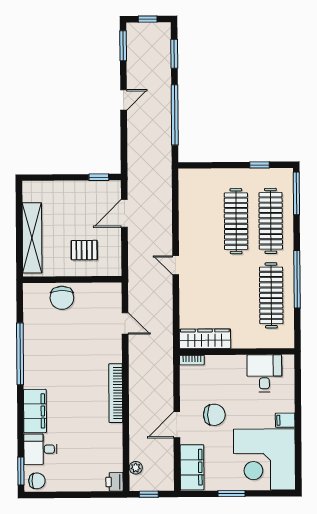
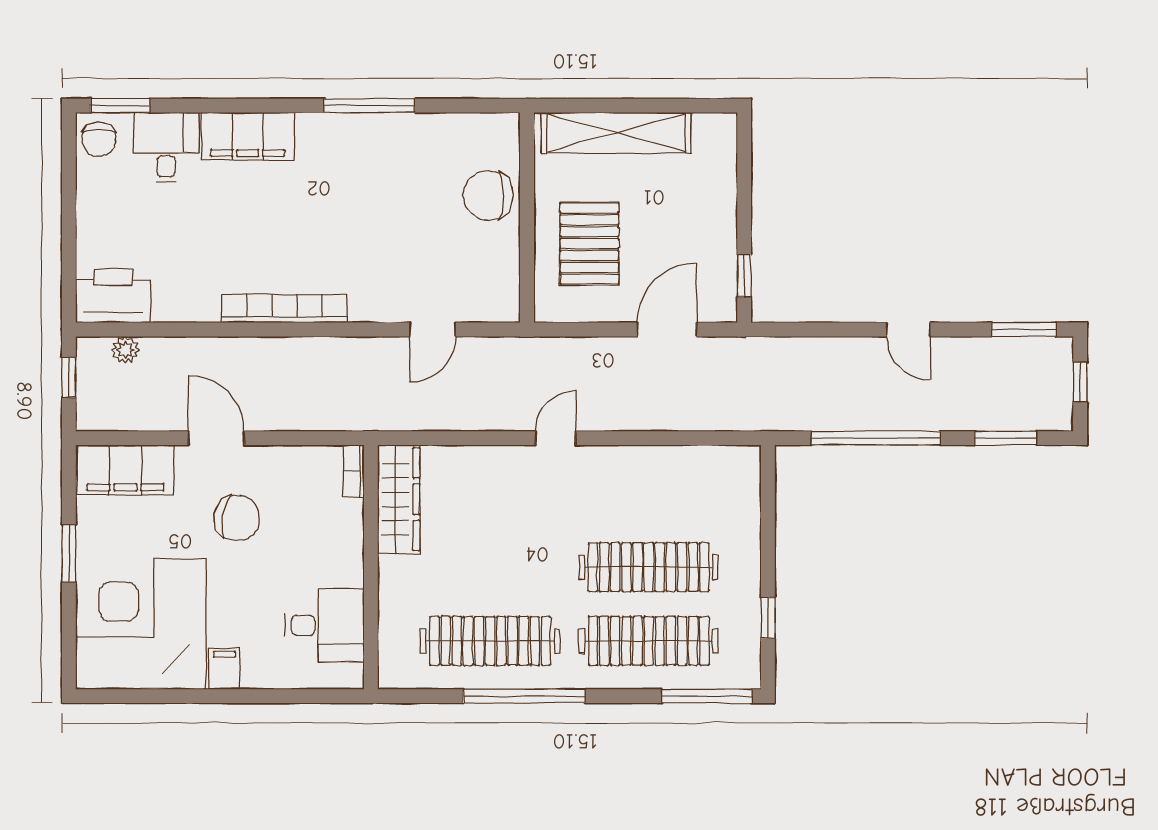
door: (124, 213) -> (667, 330), hinge flipped
pallet: (84, 250) -> (589, 244), width x1.50, depth x1.42
window: (20, 354) -> (369, 106), width x0.68
chair: (214, 415) -> (237, 518), turned -80
printer: (115, 482) -> (113, 296), width x1.87, depth x1.48

